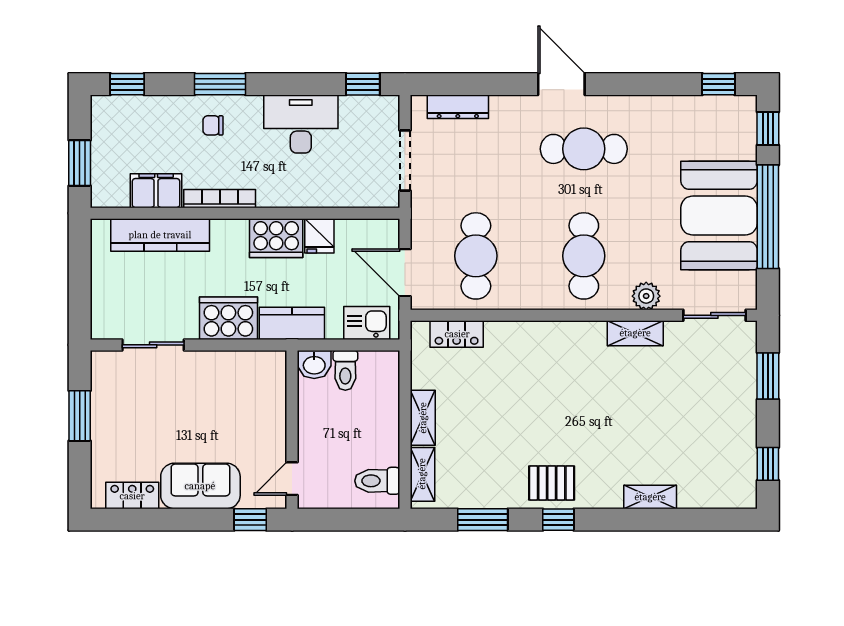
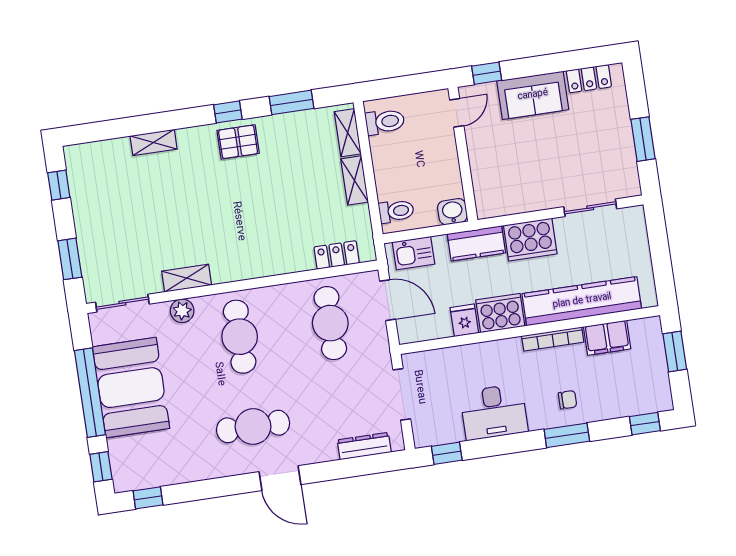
kitchen counter: (160, 235) -> (582, 301), width x1.39, depth x1.17
toilet: (345, 370) -> (396, 211), moved, turned 90

